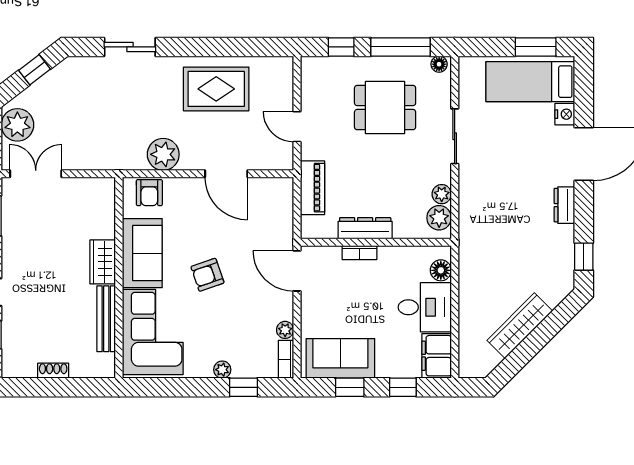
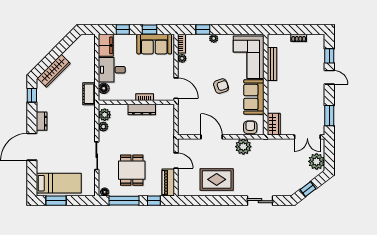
dining table: (385, 108) -> (132, 170), turned 90
nightstand: (565, 114) -> (41, 167), removed
piano: (313, 188) -> (168, 183), moved
cot: (470, 260) -> (89, 94), added
wardrobe: (103, 262) -> (274, 124), moved
wardrobe: (520, 326) -> (54, 71), moved

